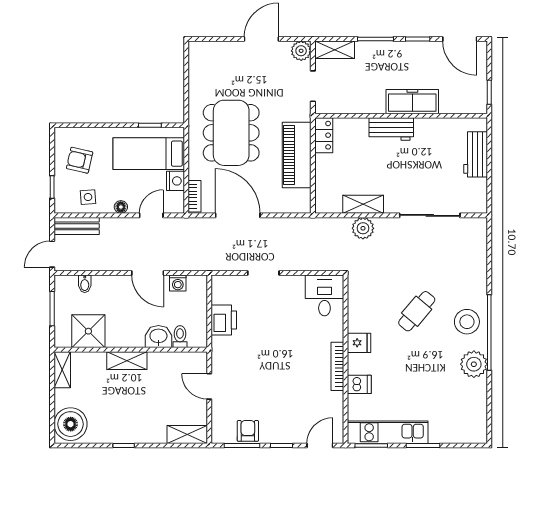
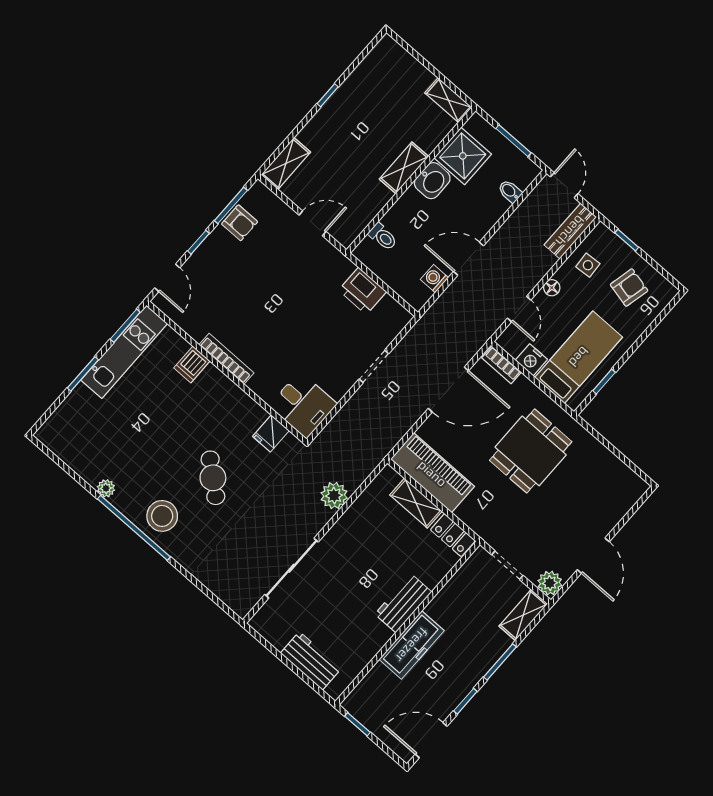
dining table: (231, 133) -> (531, 451), width x0.73
piano: (297, 155) -> (433, 473), moved
shelving: (363, 204) -> (416, 503), moved, turned 90
washbasin: (158, 337) -> (432, 181), moved
fridge: (359, 343) -> (271, 433), moved
plant: (474, 364) -> (106, 488), width x0.53, depth x0.53
boiler: (71, 424) -> (391, 63), removed

